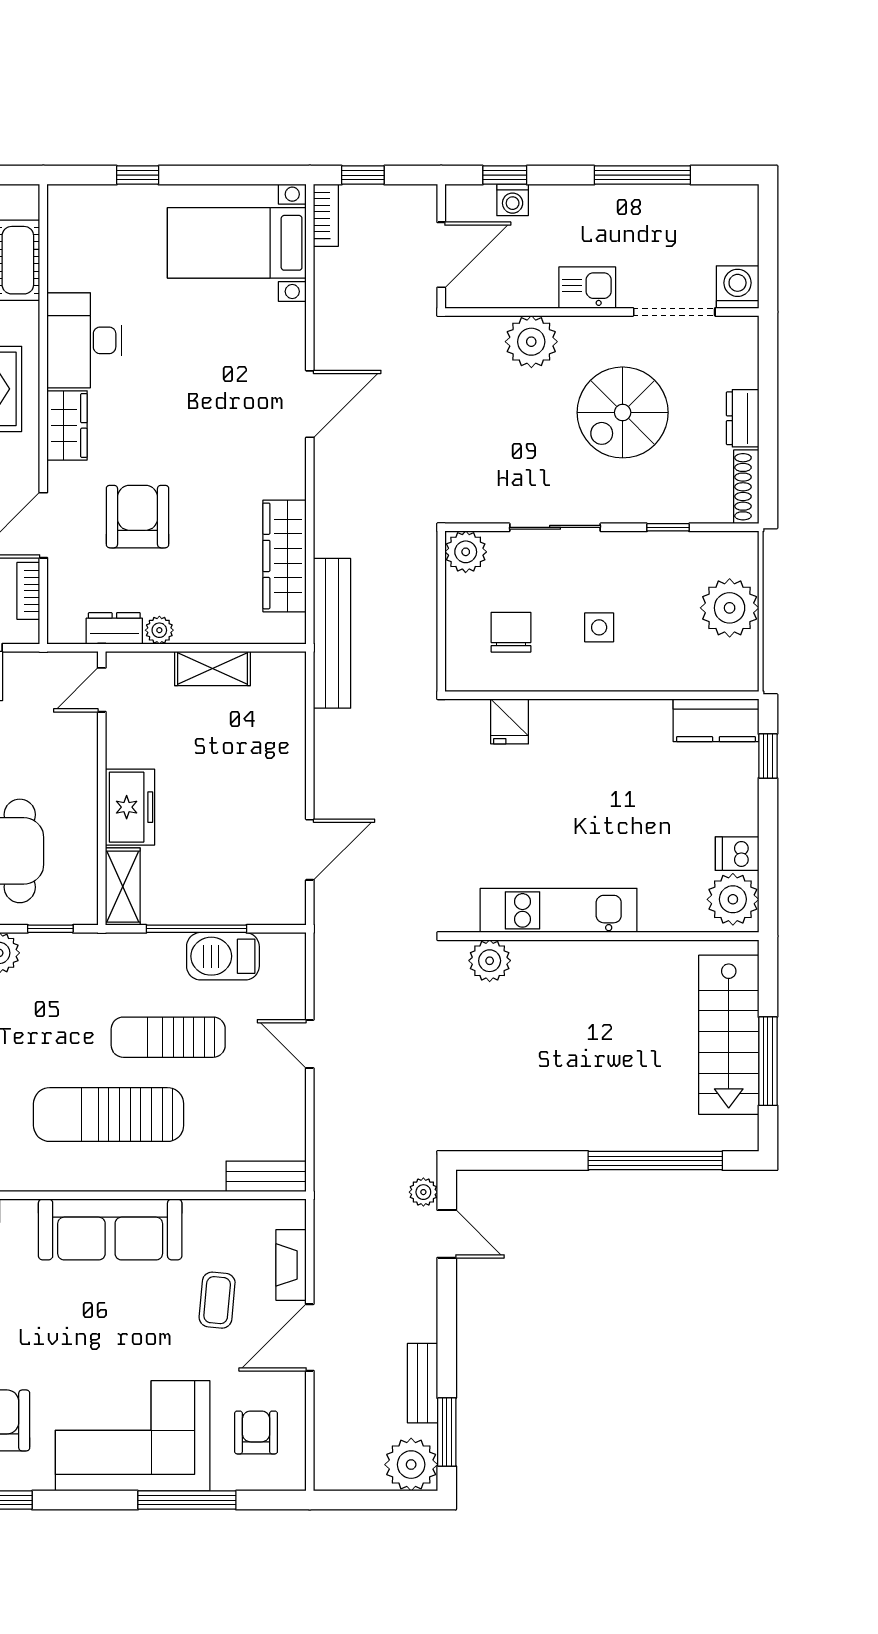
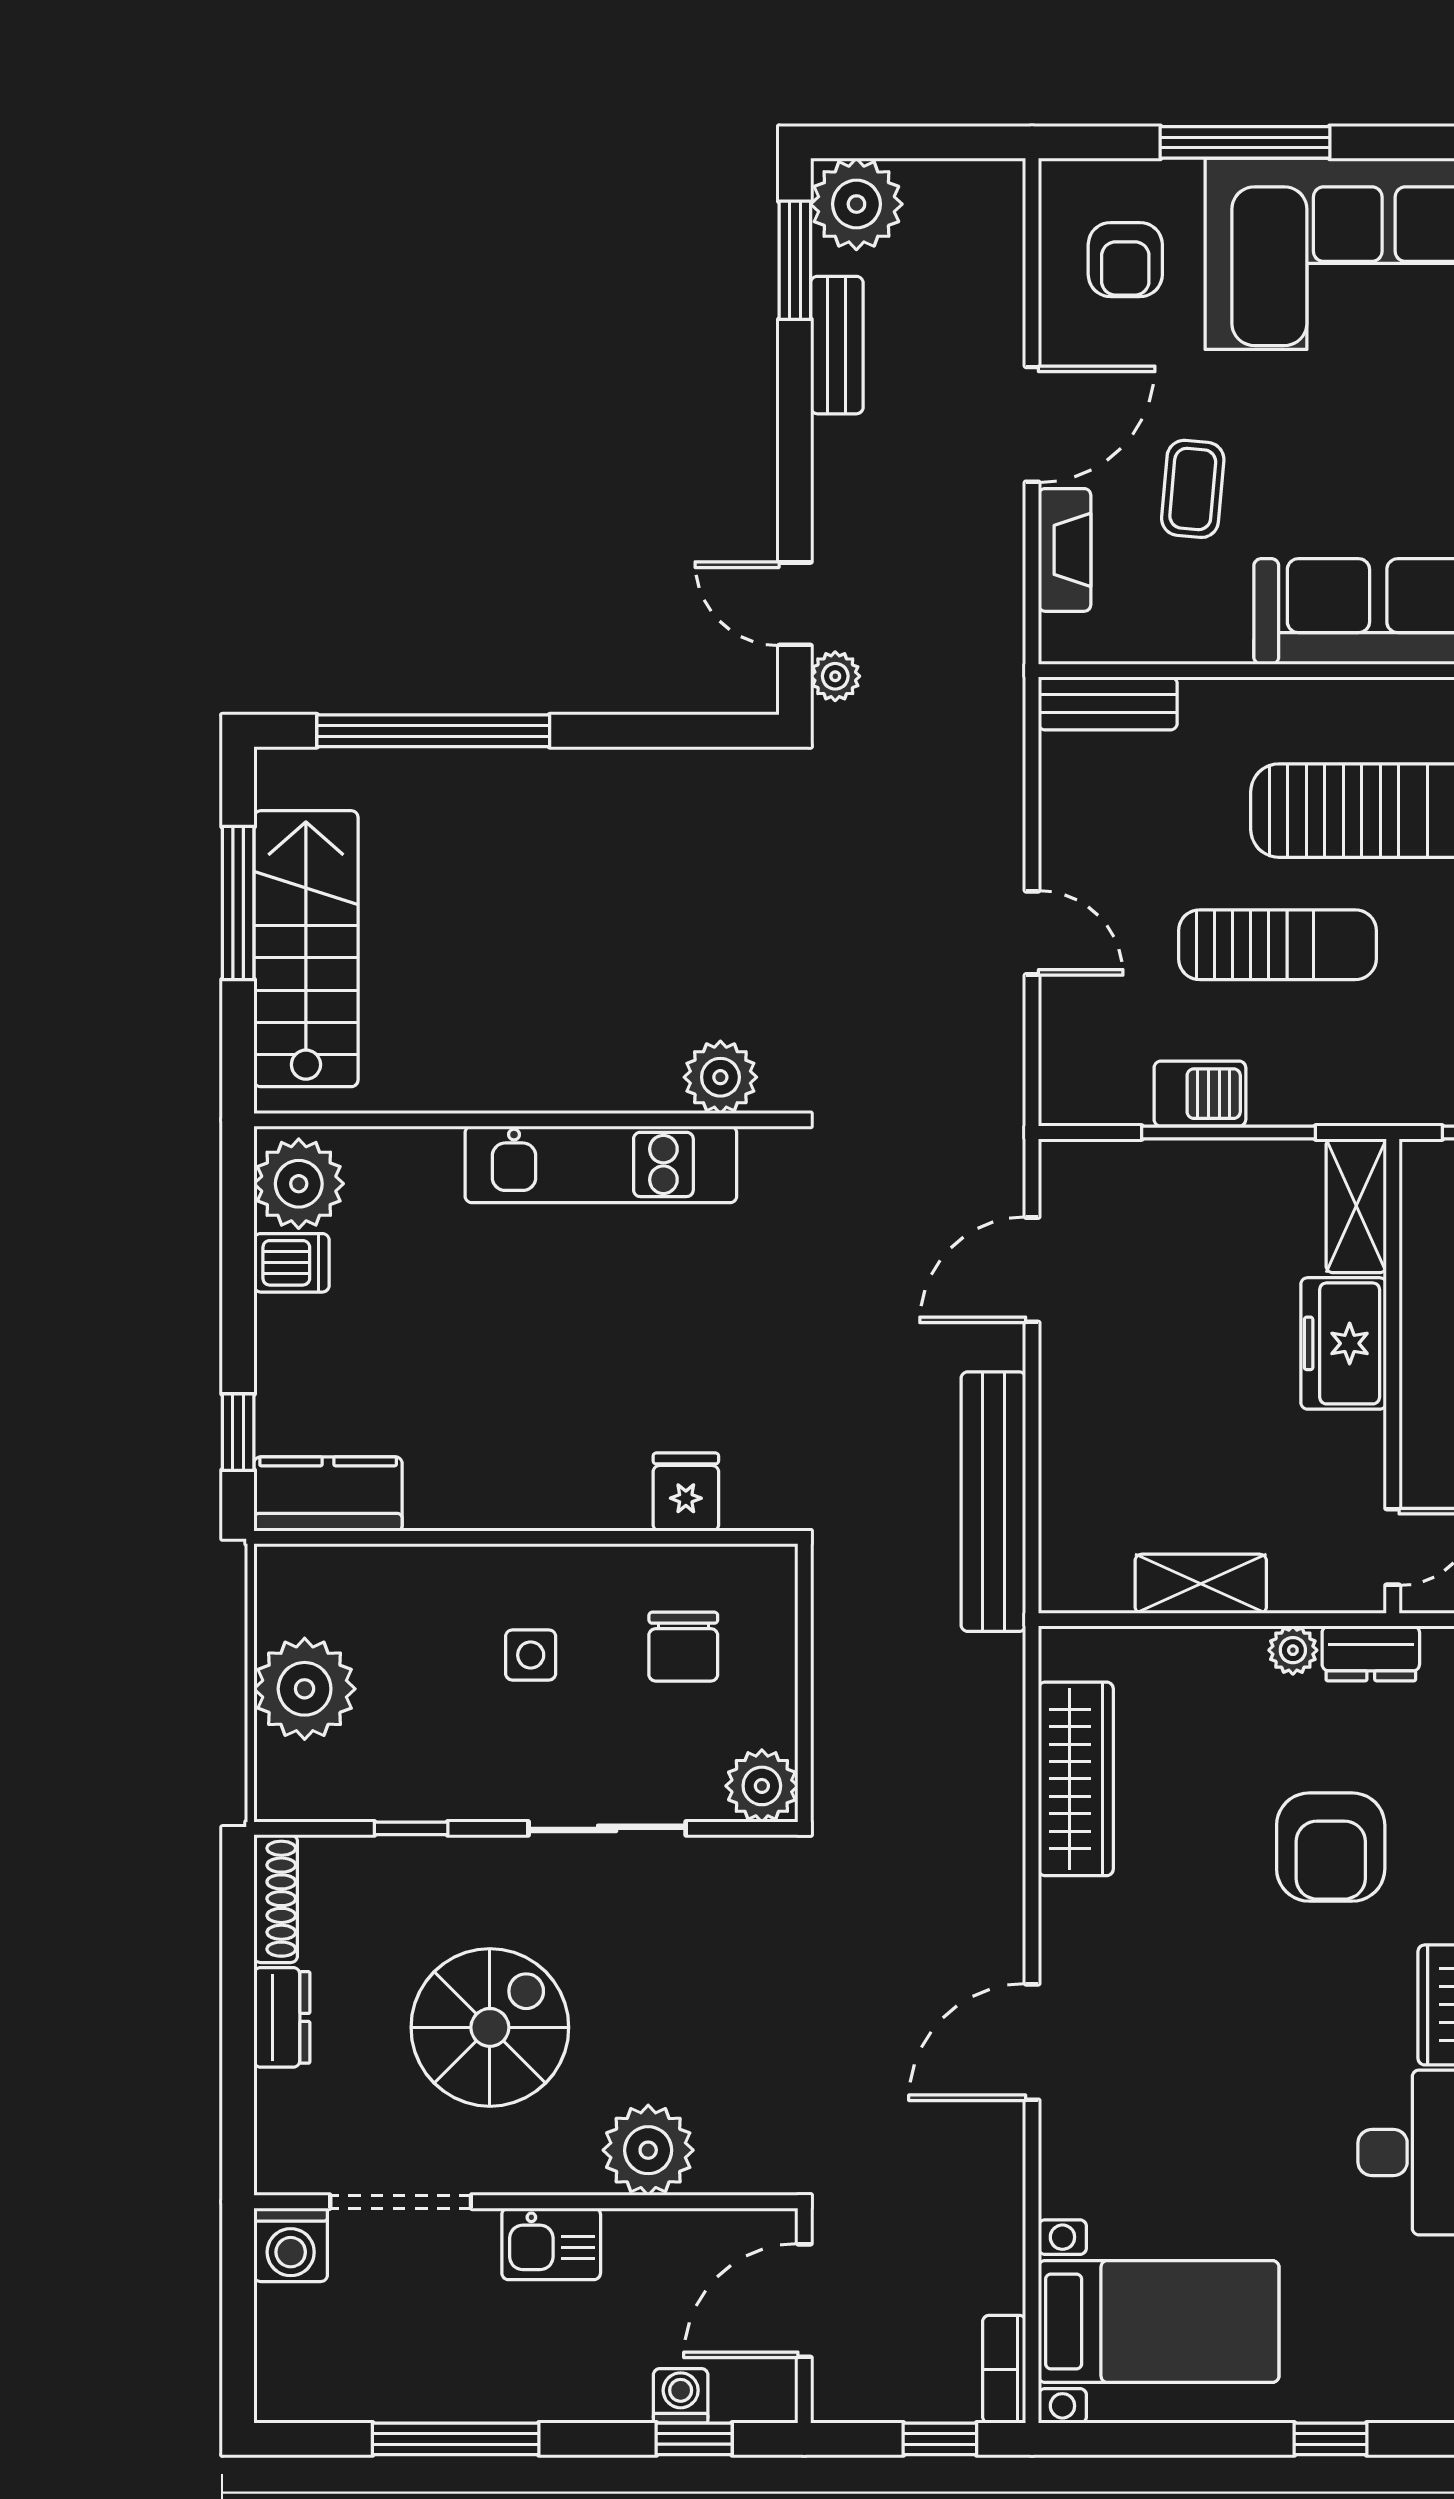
bench: (332, 633) -> (993, 1502), moved
barbecue: (223, 956) -> (1200, 1094), width x0.73, depth x0.79

